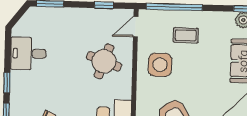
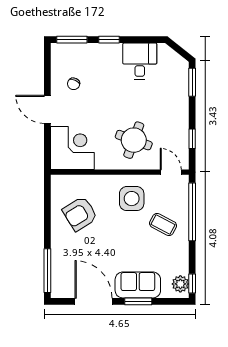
coffee table: (186, 35) -> (163, 224), turned -62

